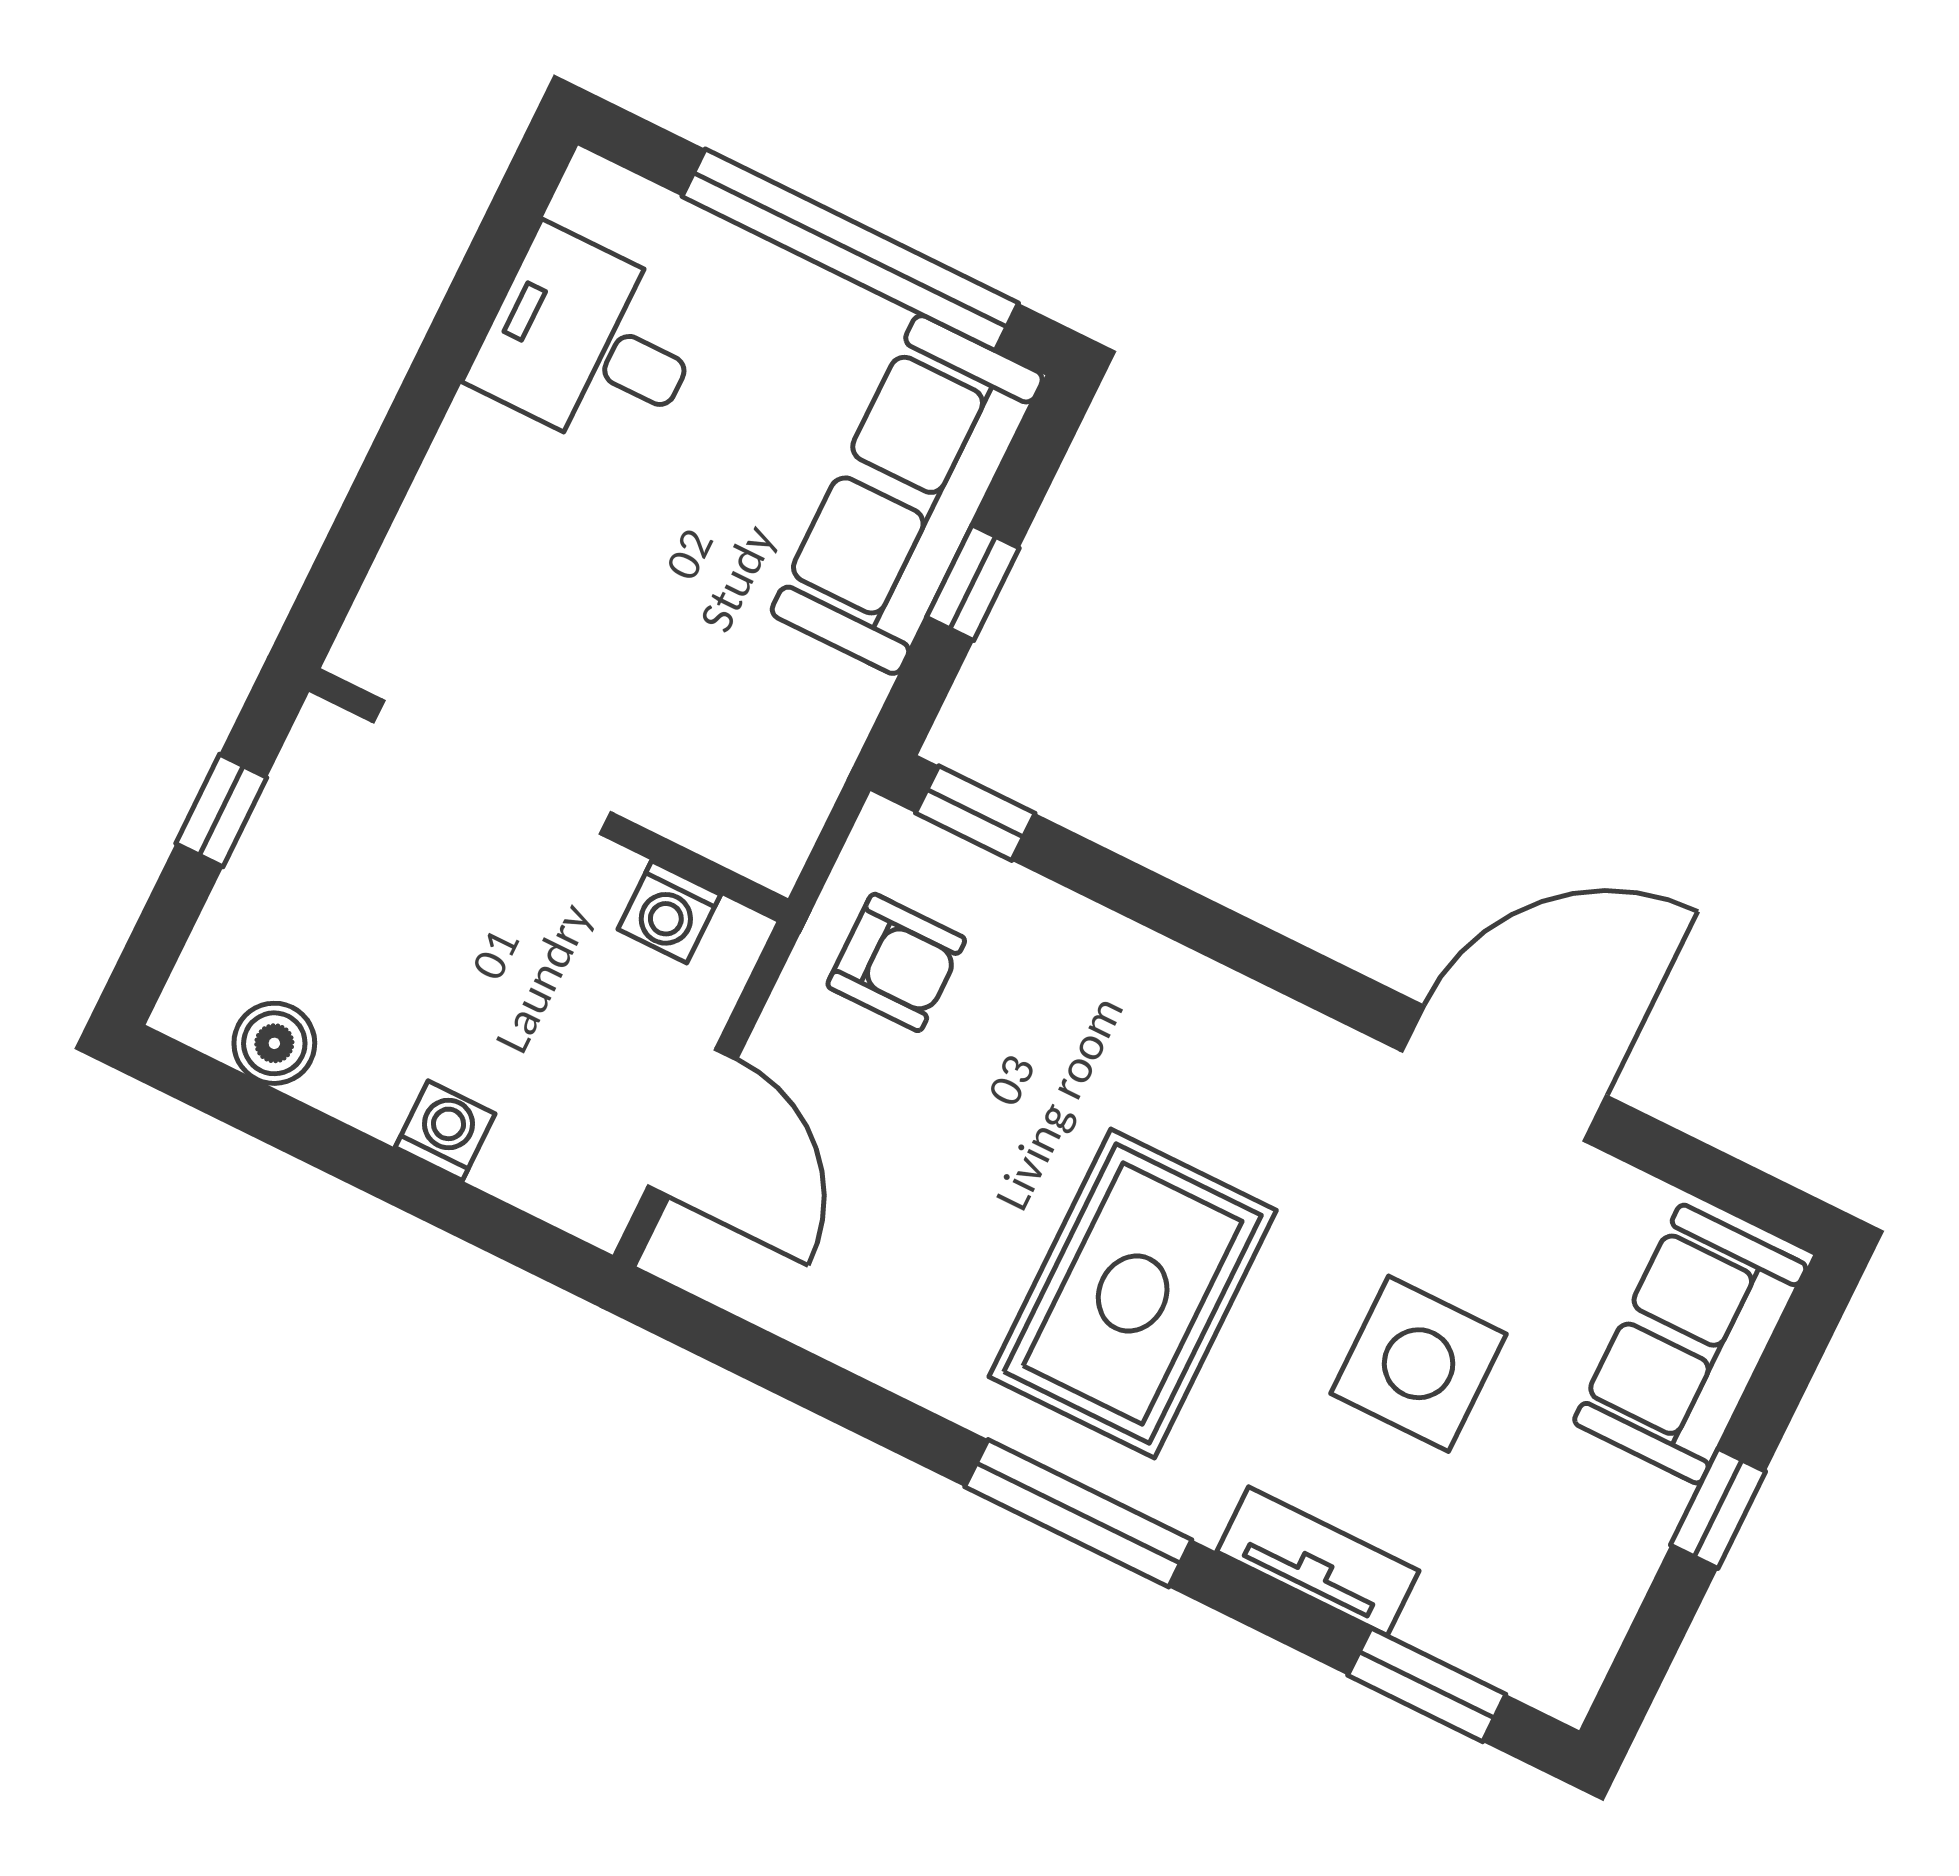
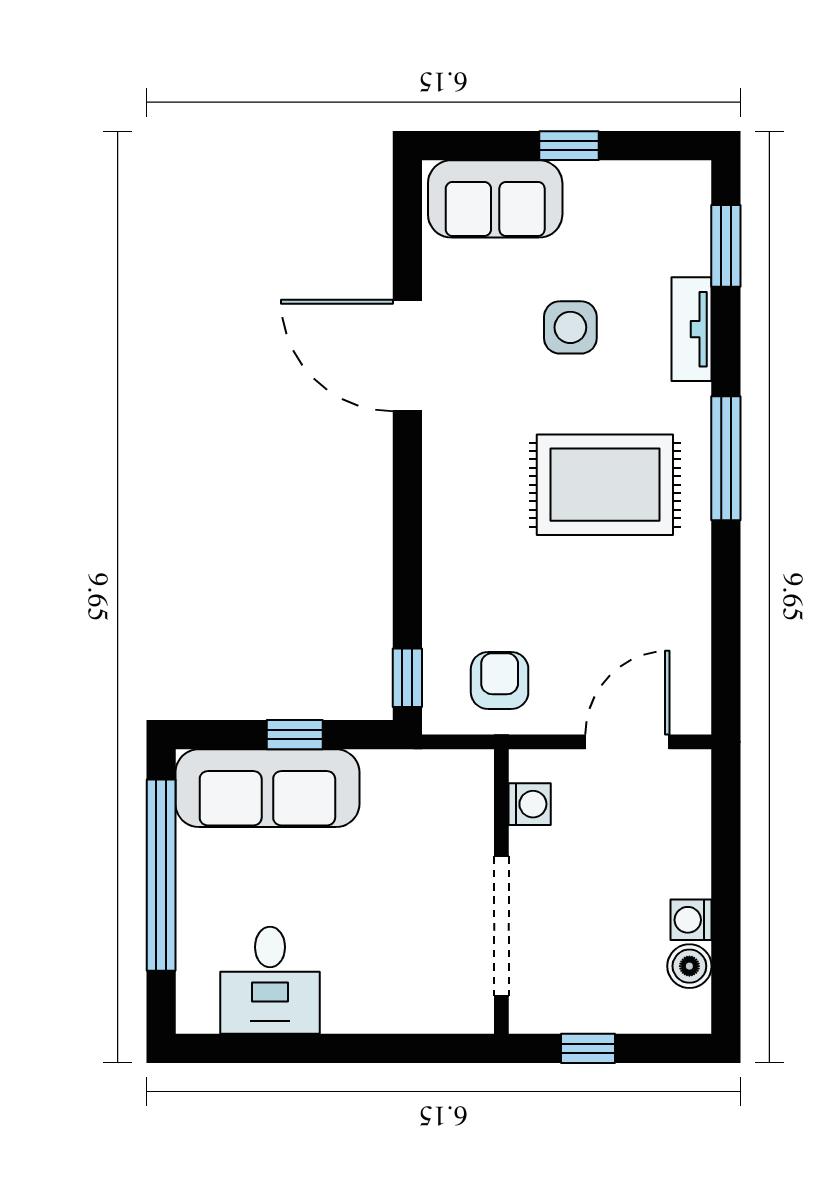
washing machine: (445, 1131) -> (691, 920), moved
side table: (1419, 1364) -> (570, 327), width x0.73, depth x0.73

